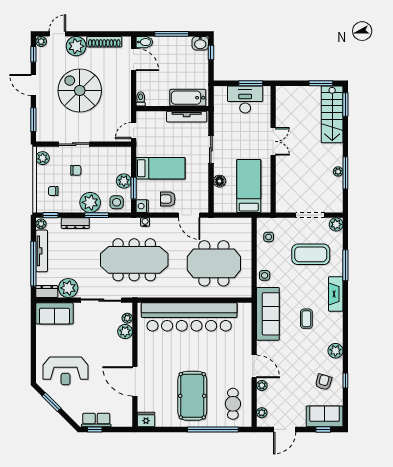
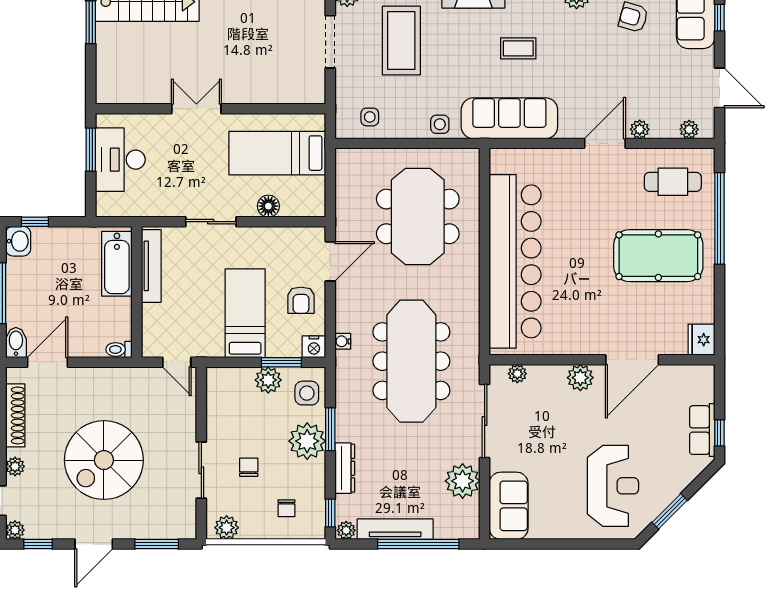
plant: (76, 46) -> (15, 466), width x0.53, depth x0.53
dresser: (47, 292) -> (469, 520), removed
plant: (125, 331) -> (580, 378), moved

